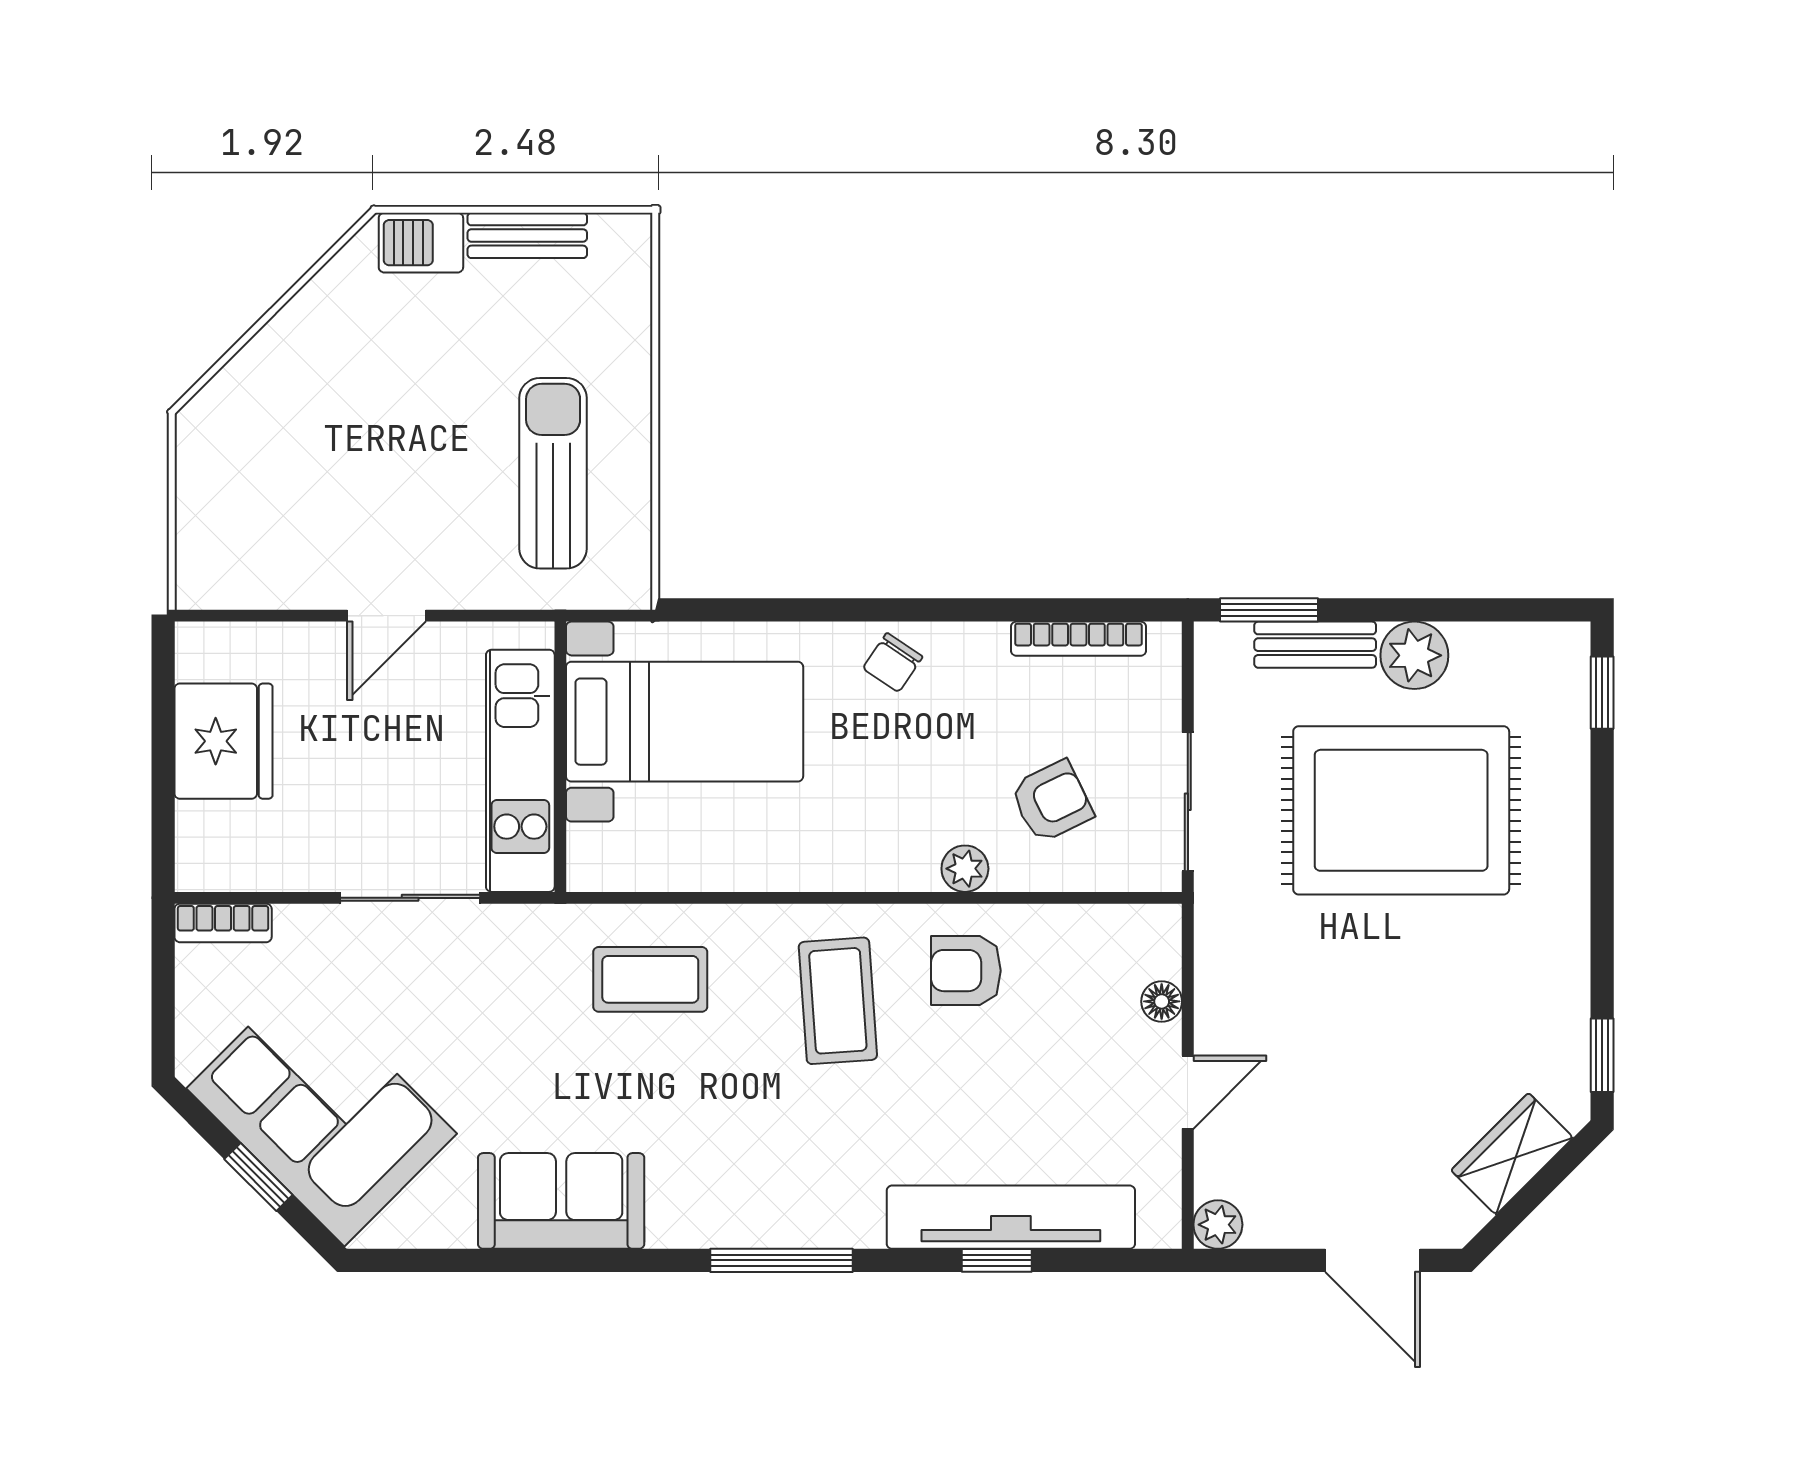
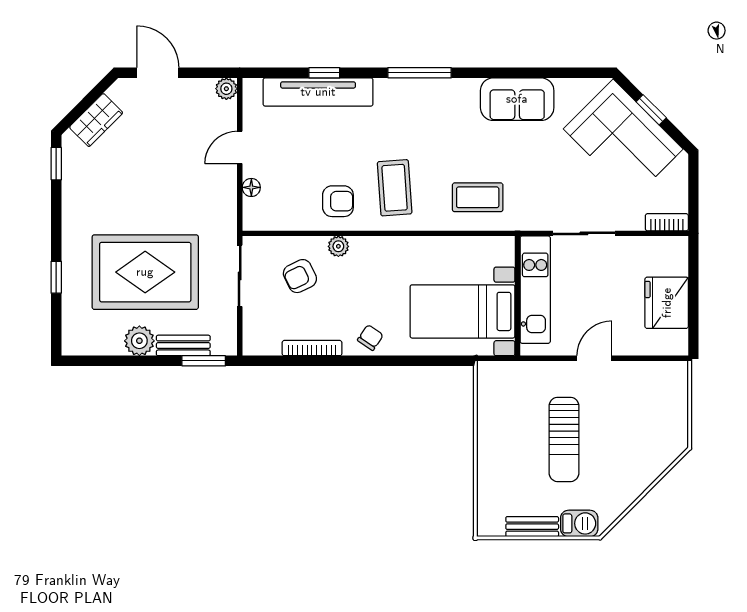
sun lounger: (553, 473) -> (564, 439), moved
bookcase: (1078, 639) -> (312, 348), moved
window: (1602, 693) -> (56, 277), moved

